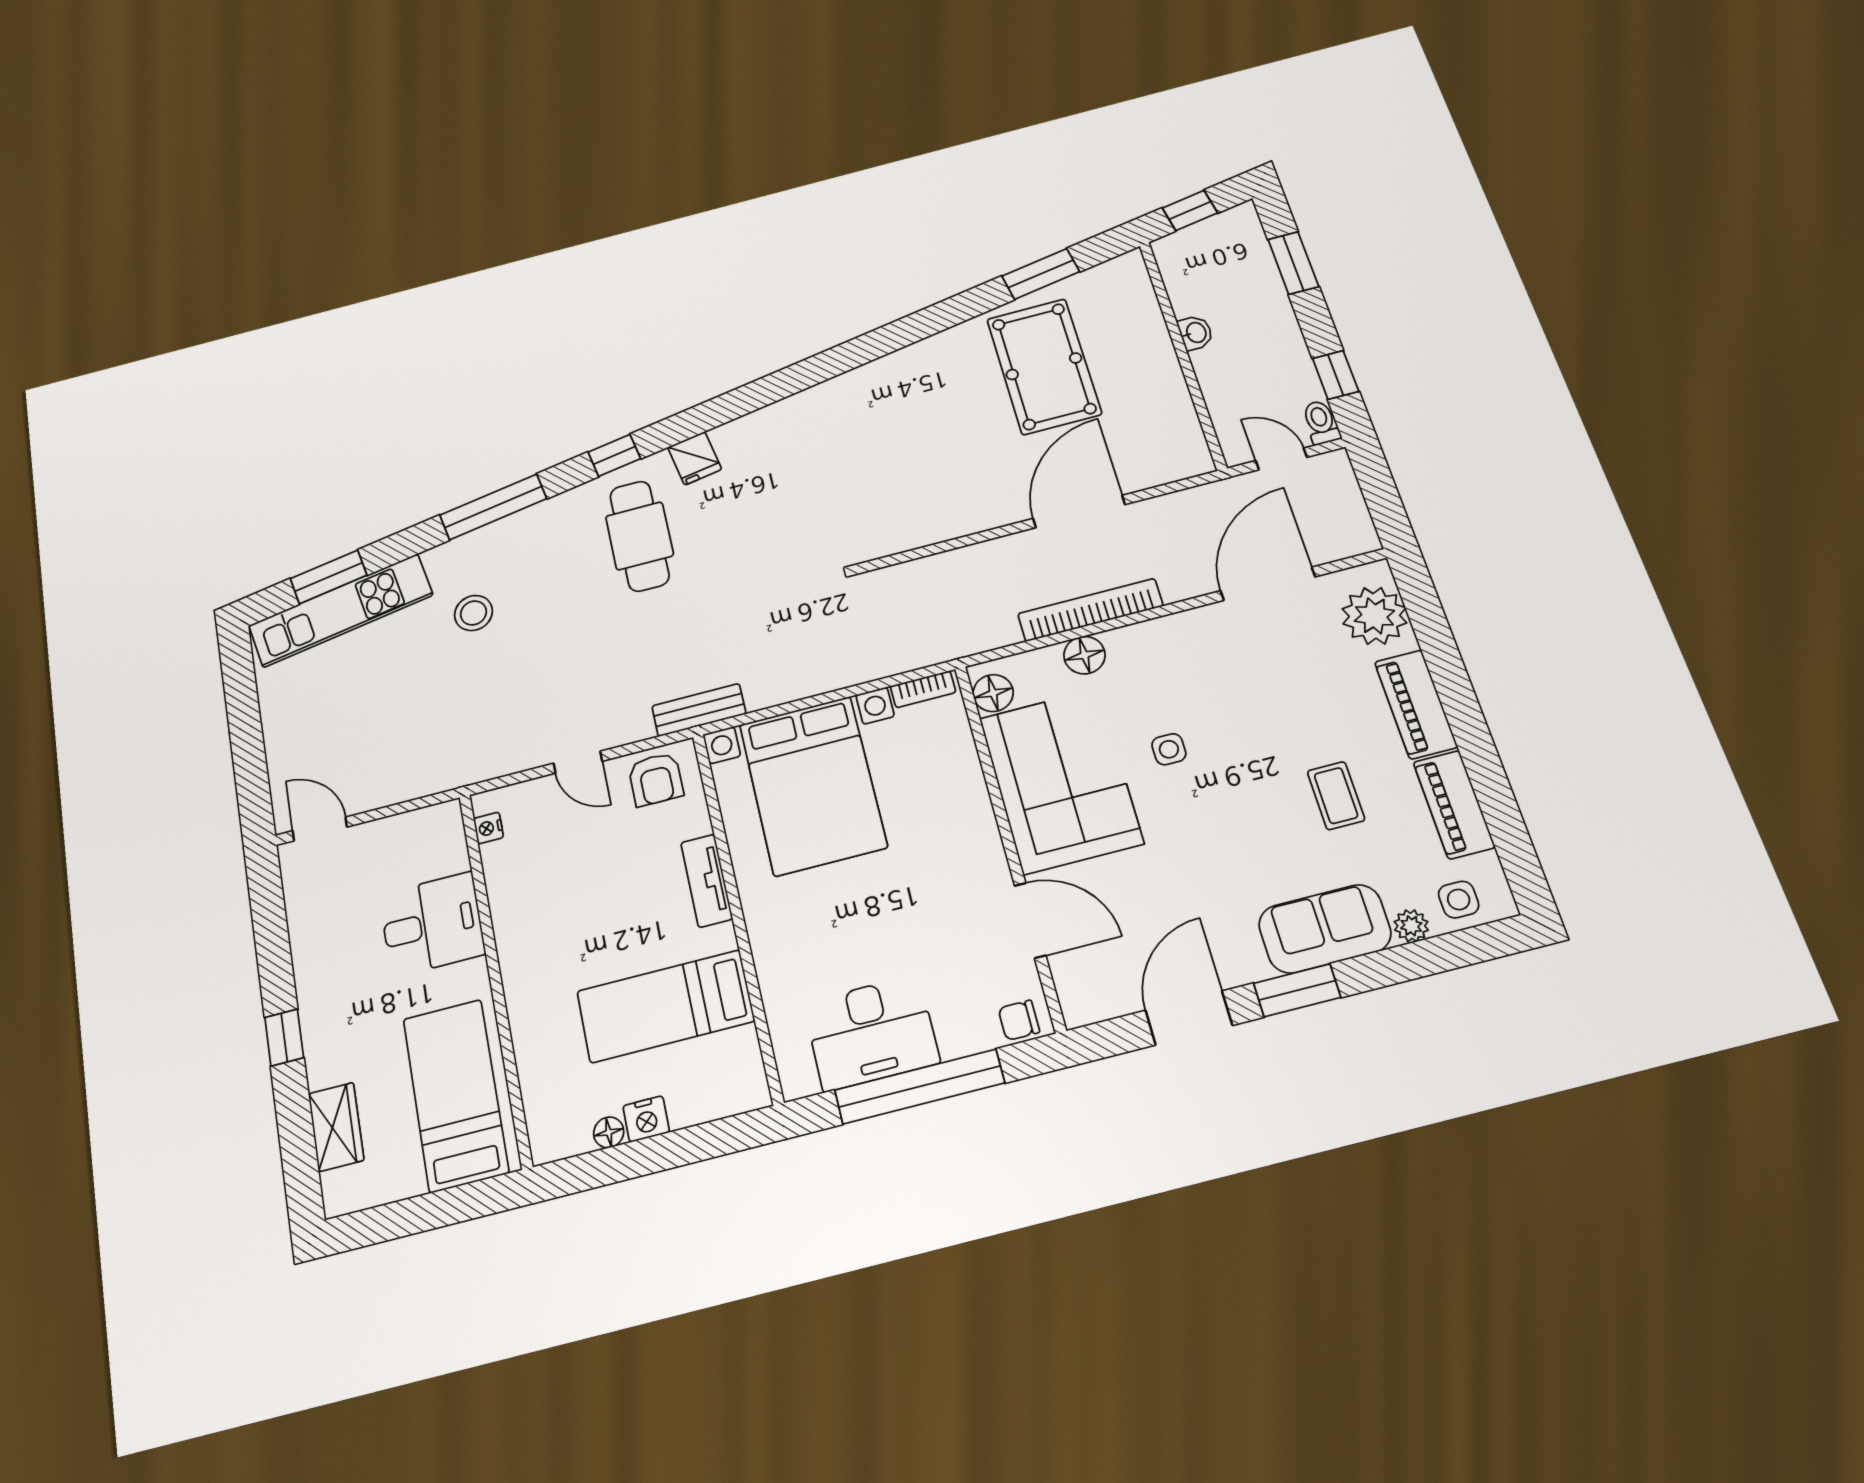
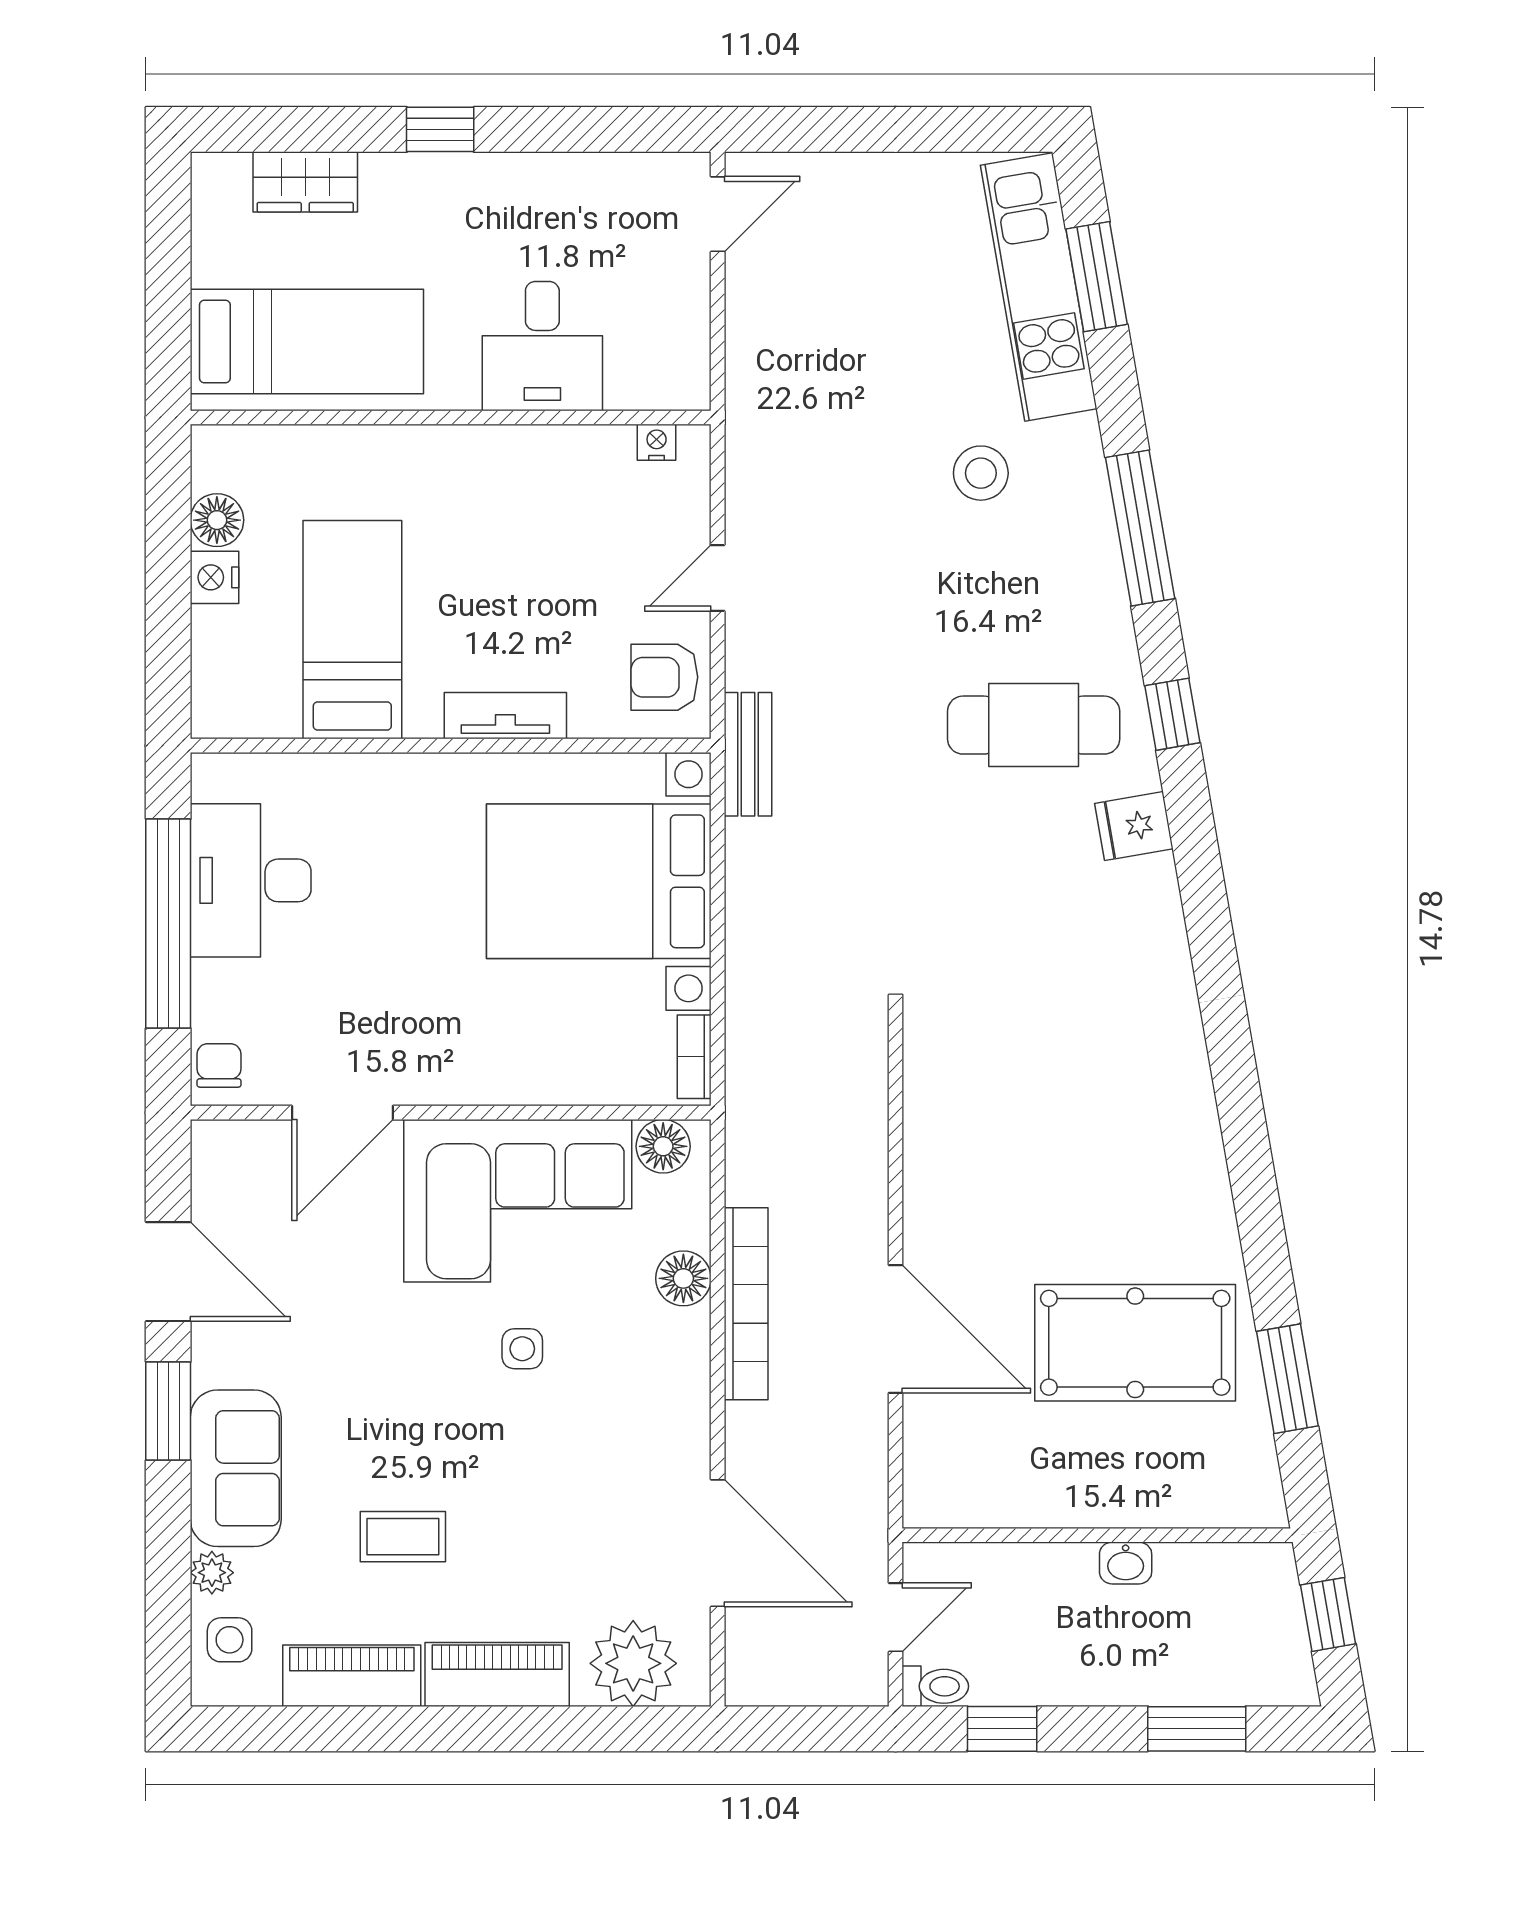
floor lamp: (609, 1132) -> (217, 520), width x1.37, depth x1.37

